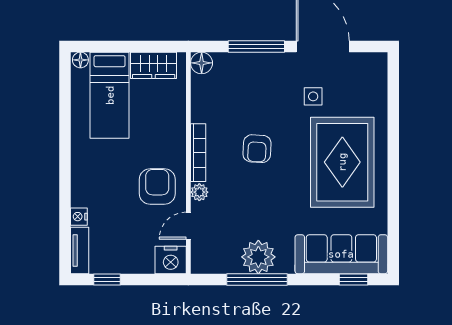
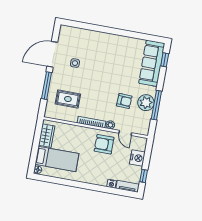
floor lamp: (202, 63) -> (50, 113), removed
armchair: (257, 149) -> (124, 101), moved
rug: (342, 162) -> (68, 99), moved, width x0.54, depth x0.49
nightstand: (171, 260) -> (137, 158), moved

